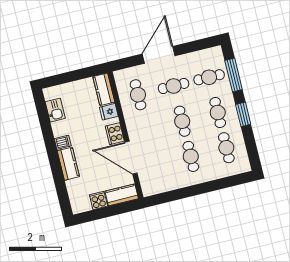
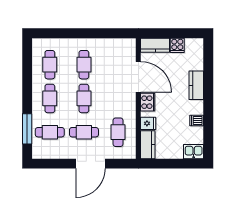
kitchen sink: (55, 110) -> (194, 152), moved, turned 90
window: (243, 114) -> (27, 91), removed
dishwasher: (63, 142) -> (197, 121), moved

